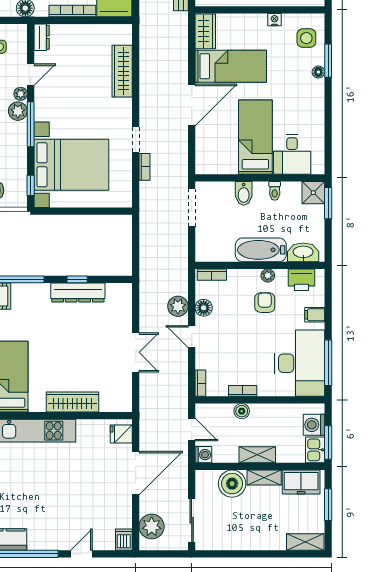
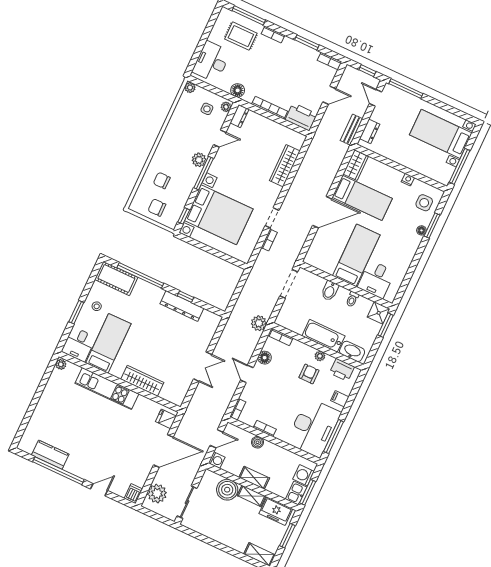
plant: (21, 94) -> (226, 107), moved
plant: (178, 306) -> (259, 323), moved
door: (192, 430) -> (217, 439), hinge flipped

